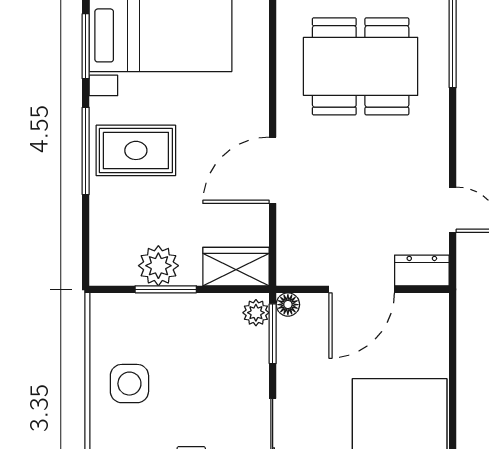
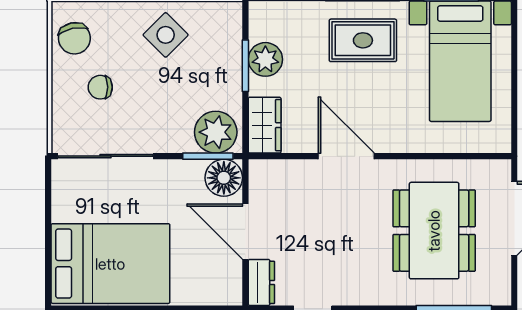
rug: (136, 150) -> (363, 40), turned 90
floor lamp: (288, 305) -> (224, 178), width x1.89, depth x1.89
plant: (256, 313) -> (216, 132), width x1.88, depth x1.88
side table: (129, 384) -> (166, 35), turned 45

